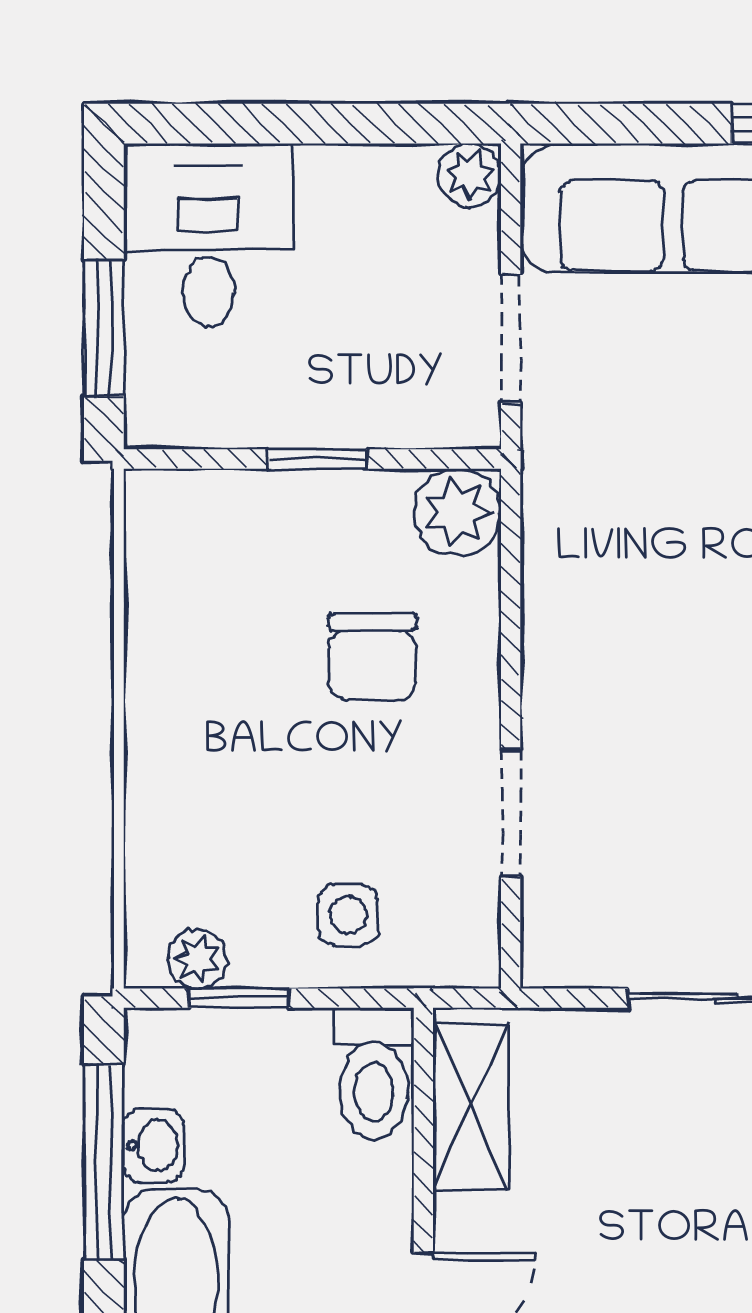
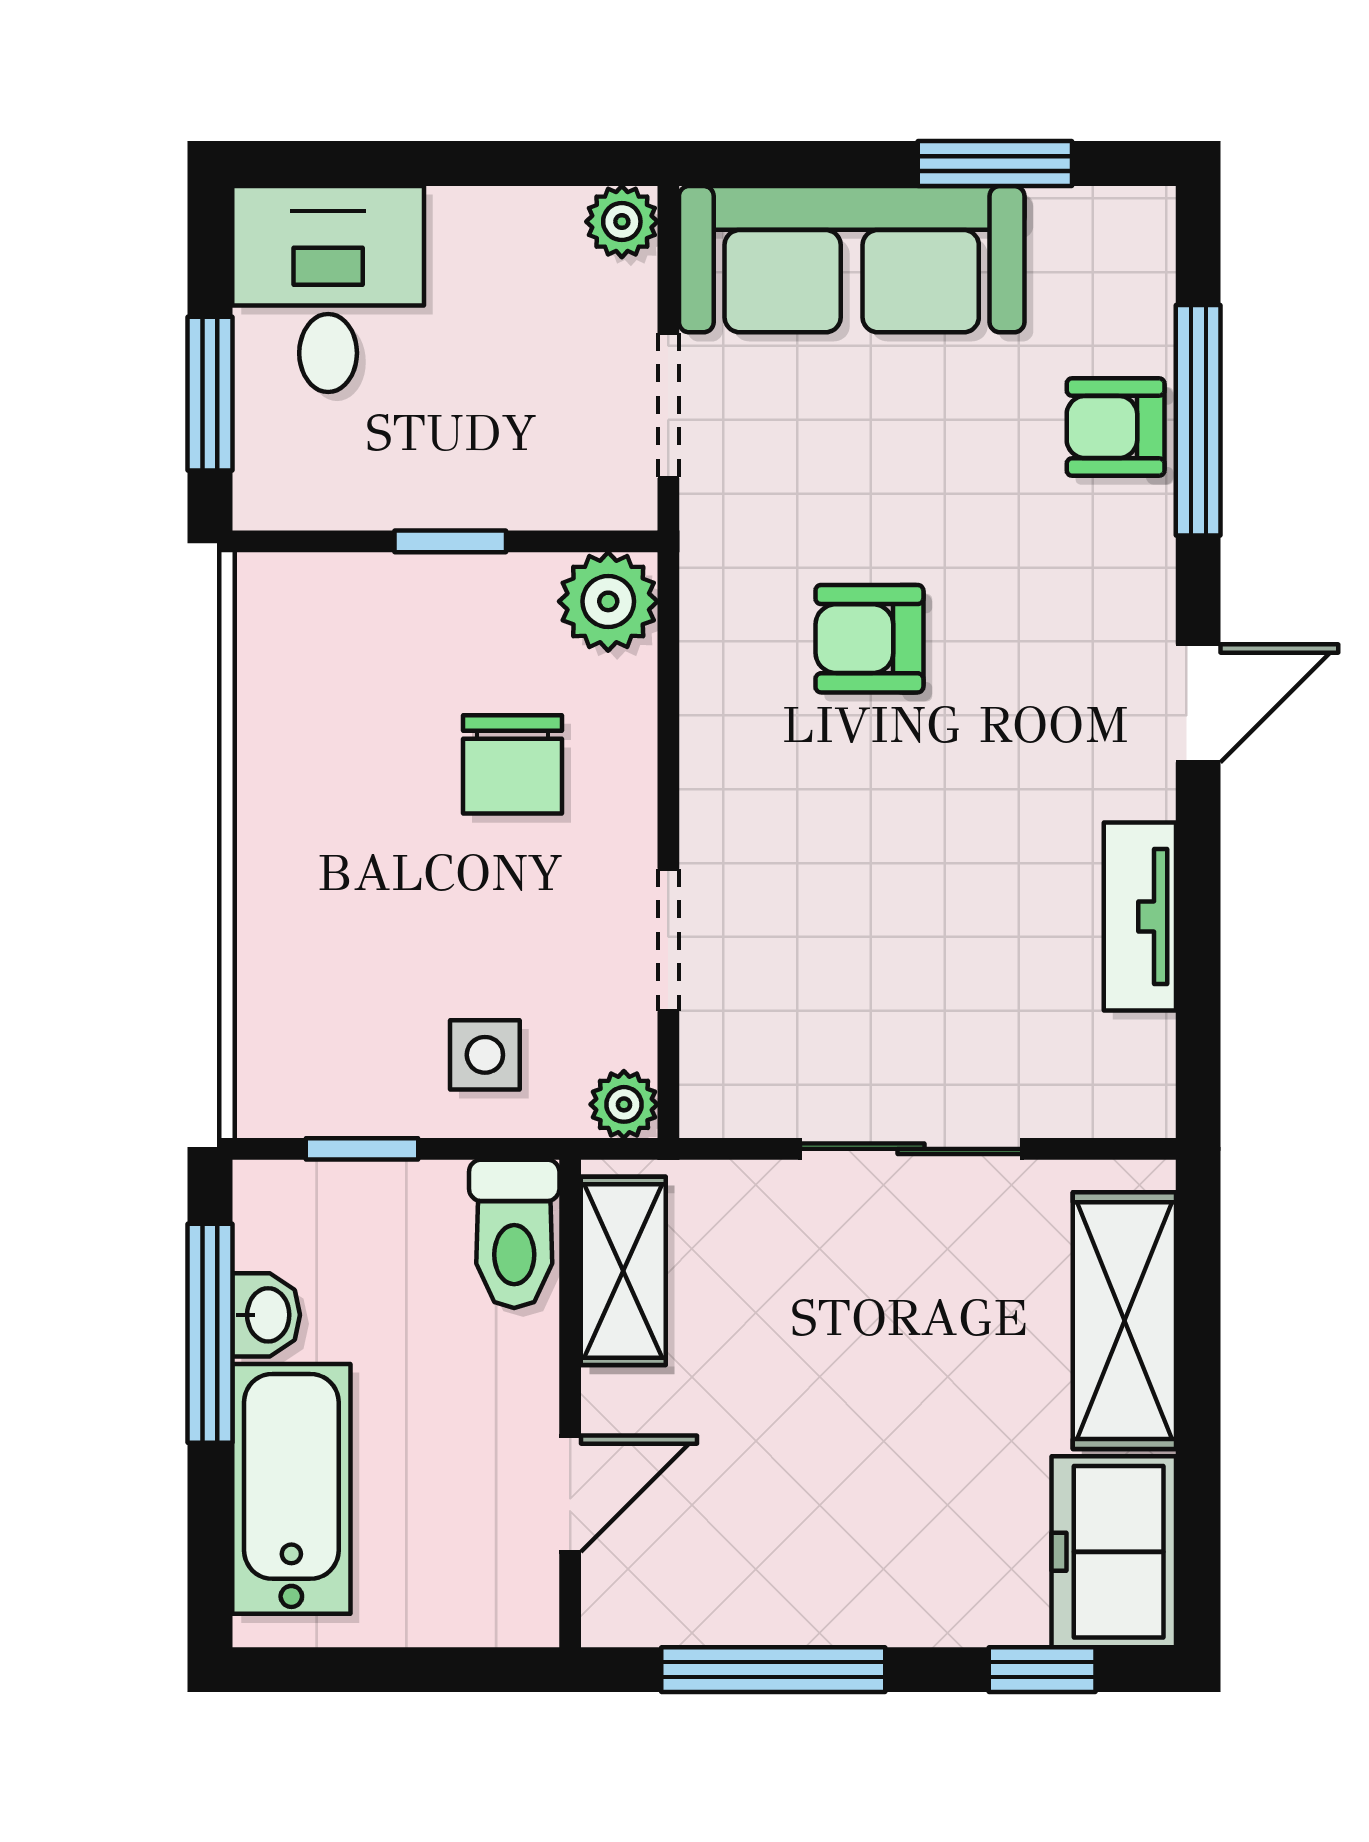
armchair: (689, 545) -> (869, 639), added
plant: (197, 959) -> (624, 1104), moved

